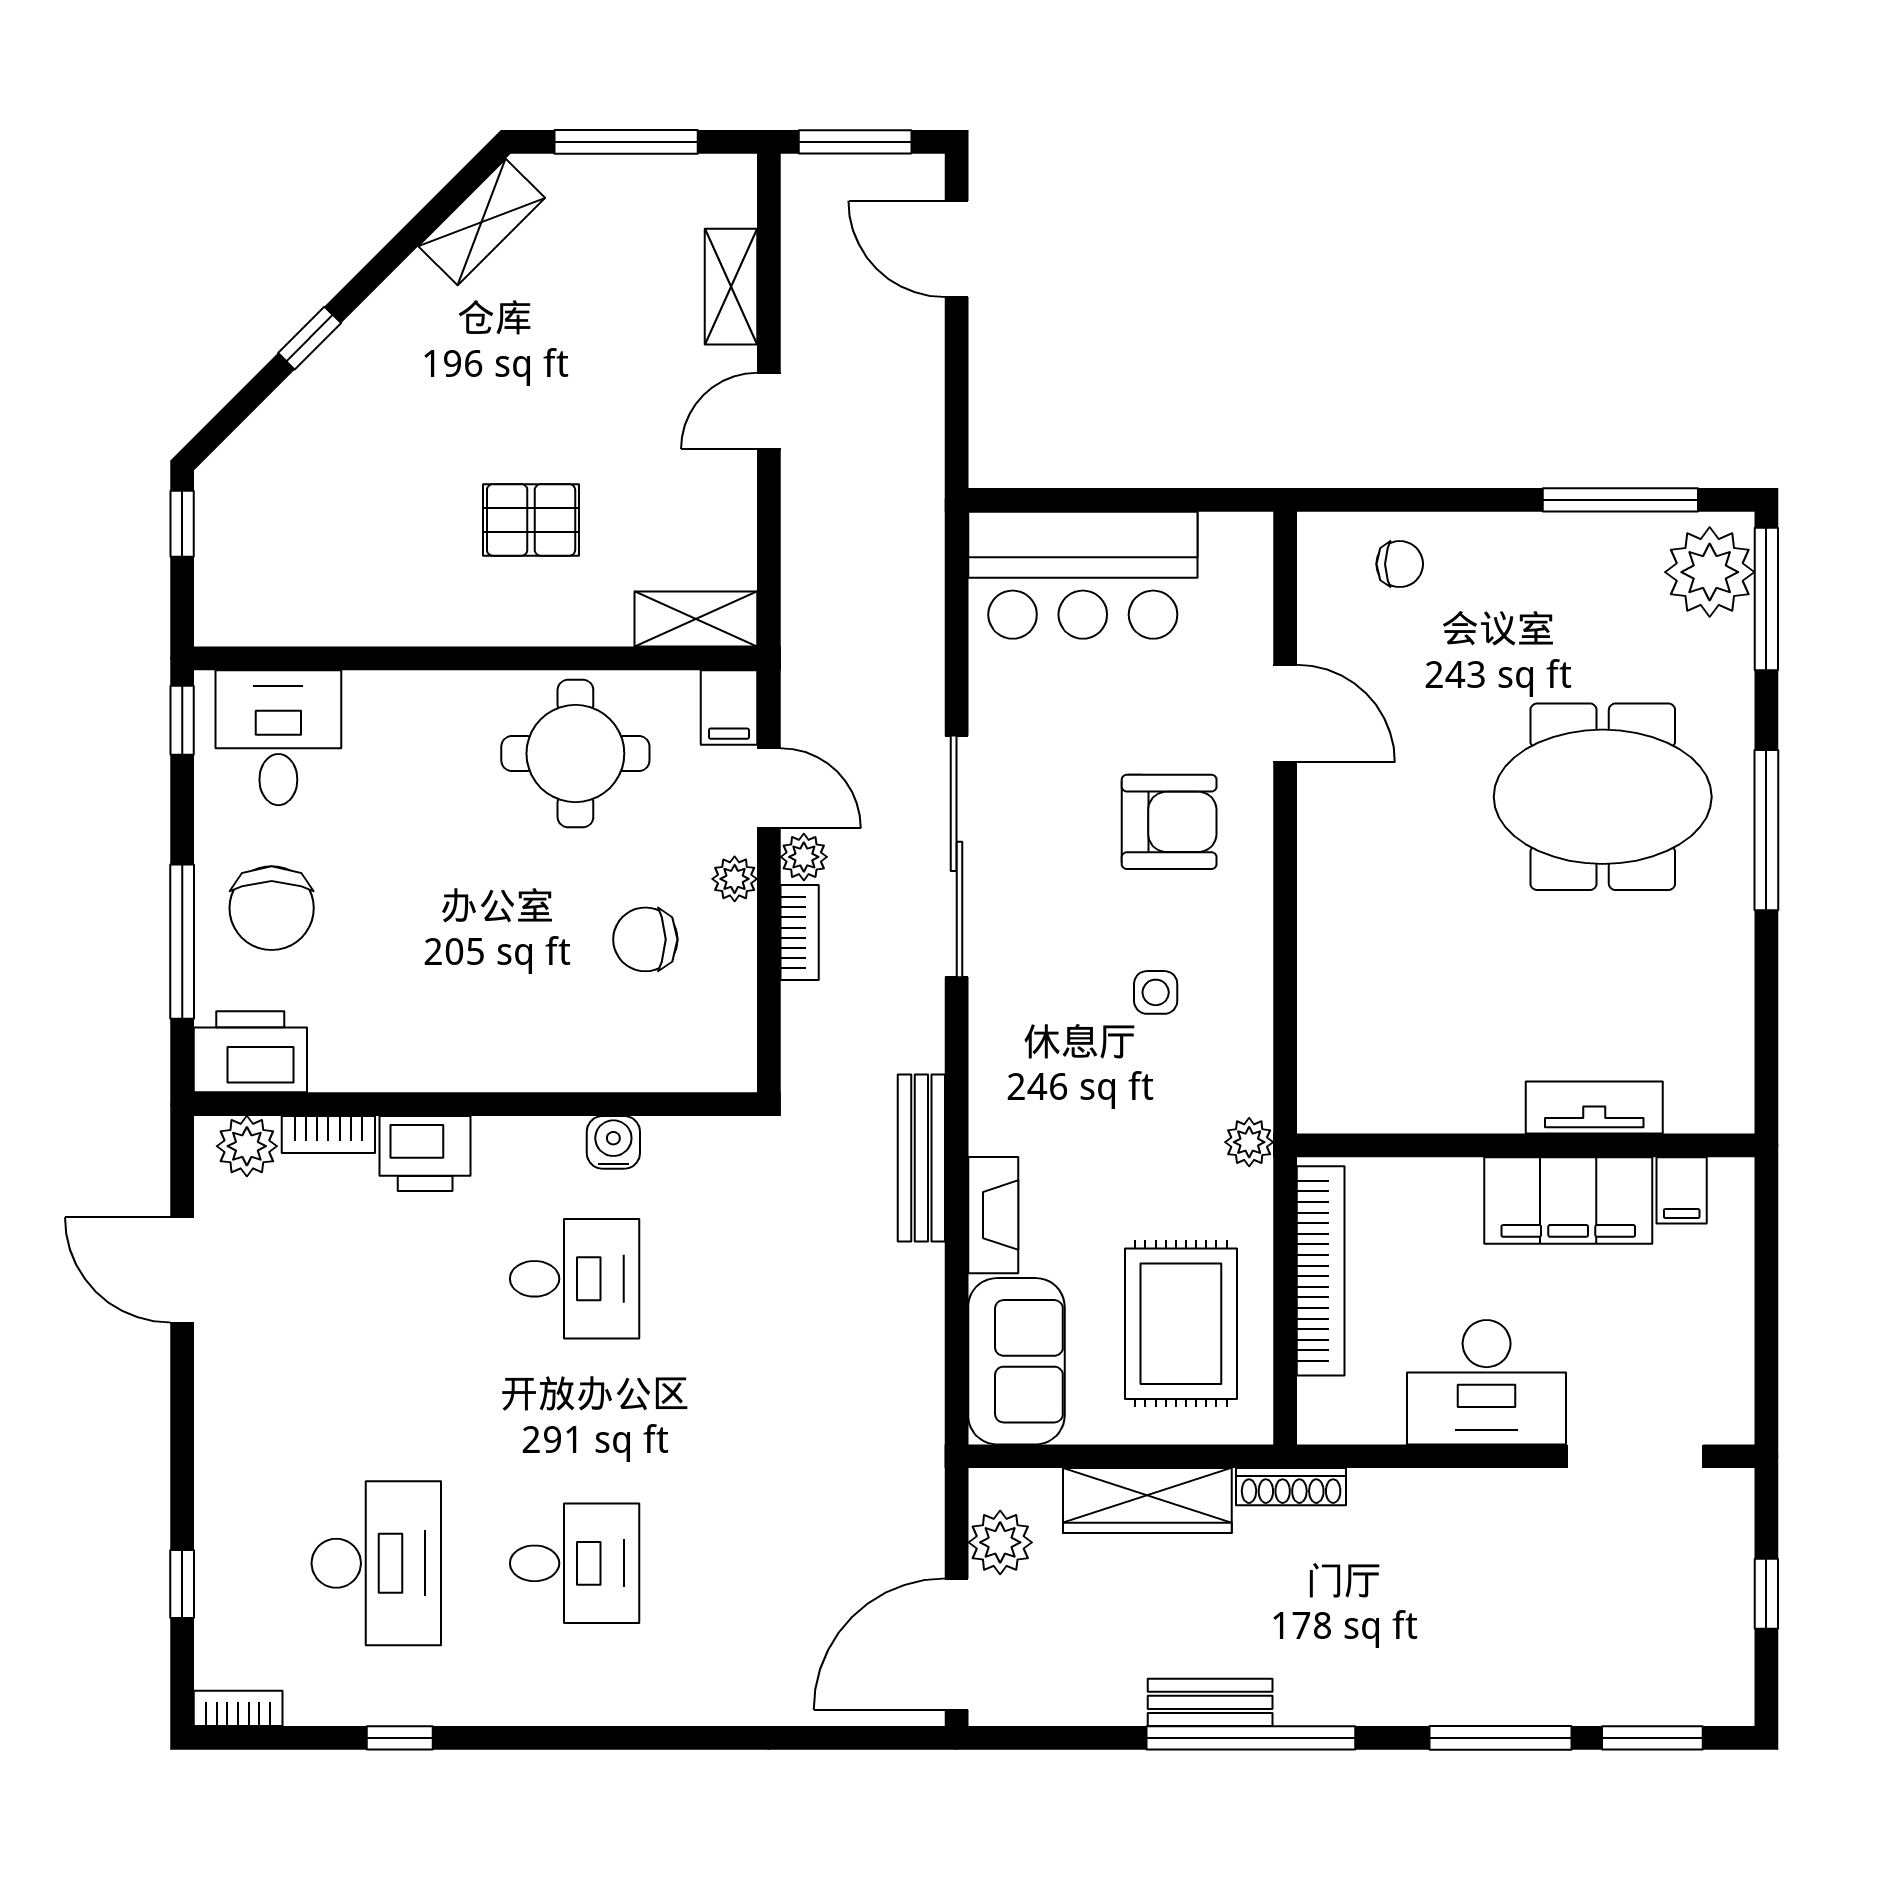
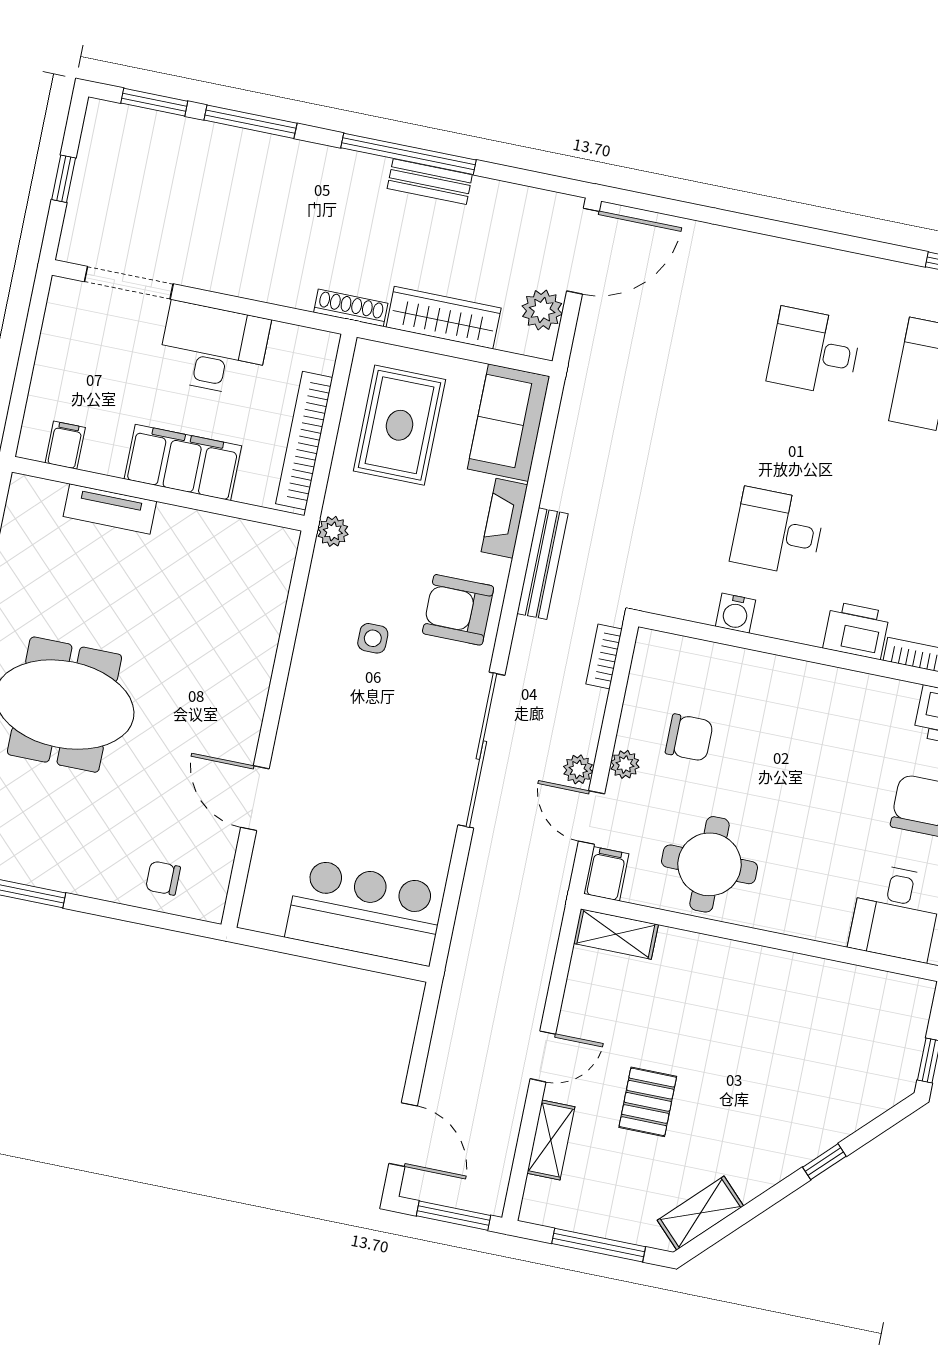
pallet: (531, 520) -> (648, 1102), moved, turned 90
armchair: (1169, 822) -> (458, 610), moved
bookcase: (800, 933) -> (604, 656), moved
filing cabinet: (1568, 1200) -> (183, 462), moved

